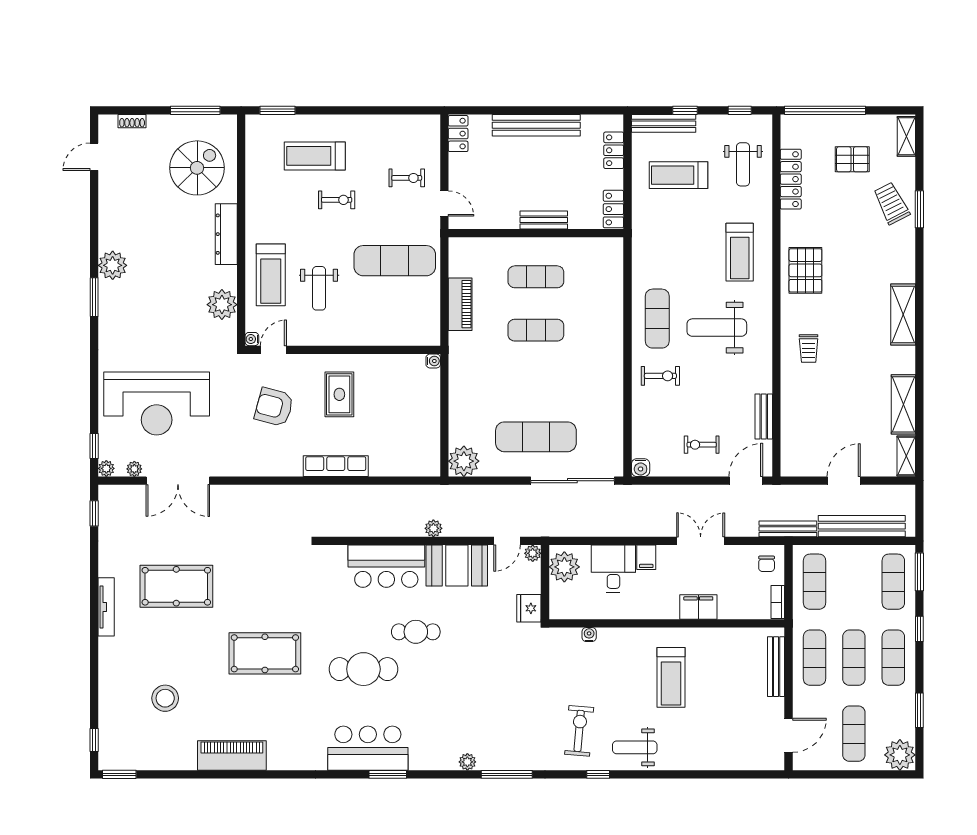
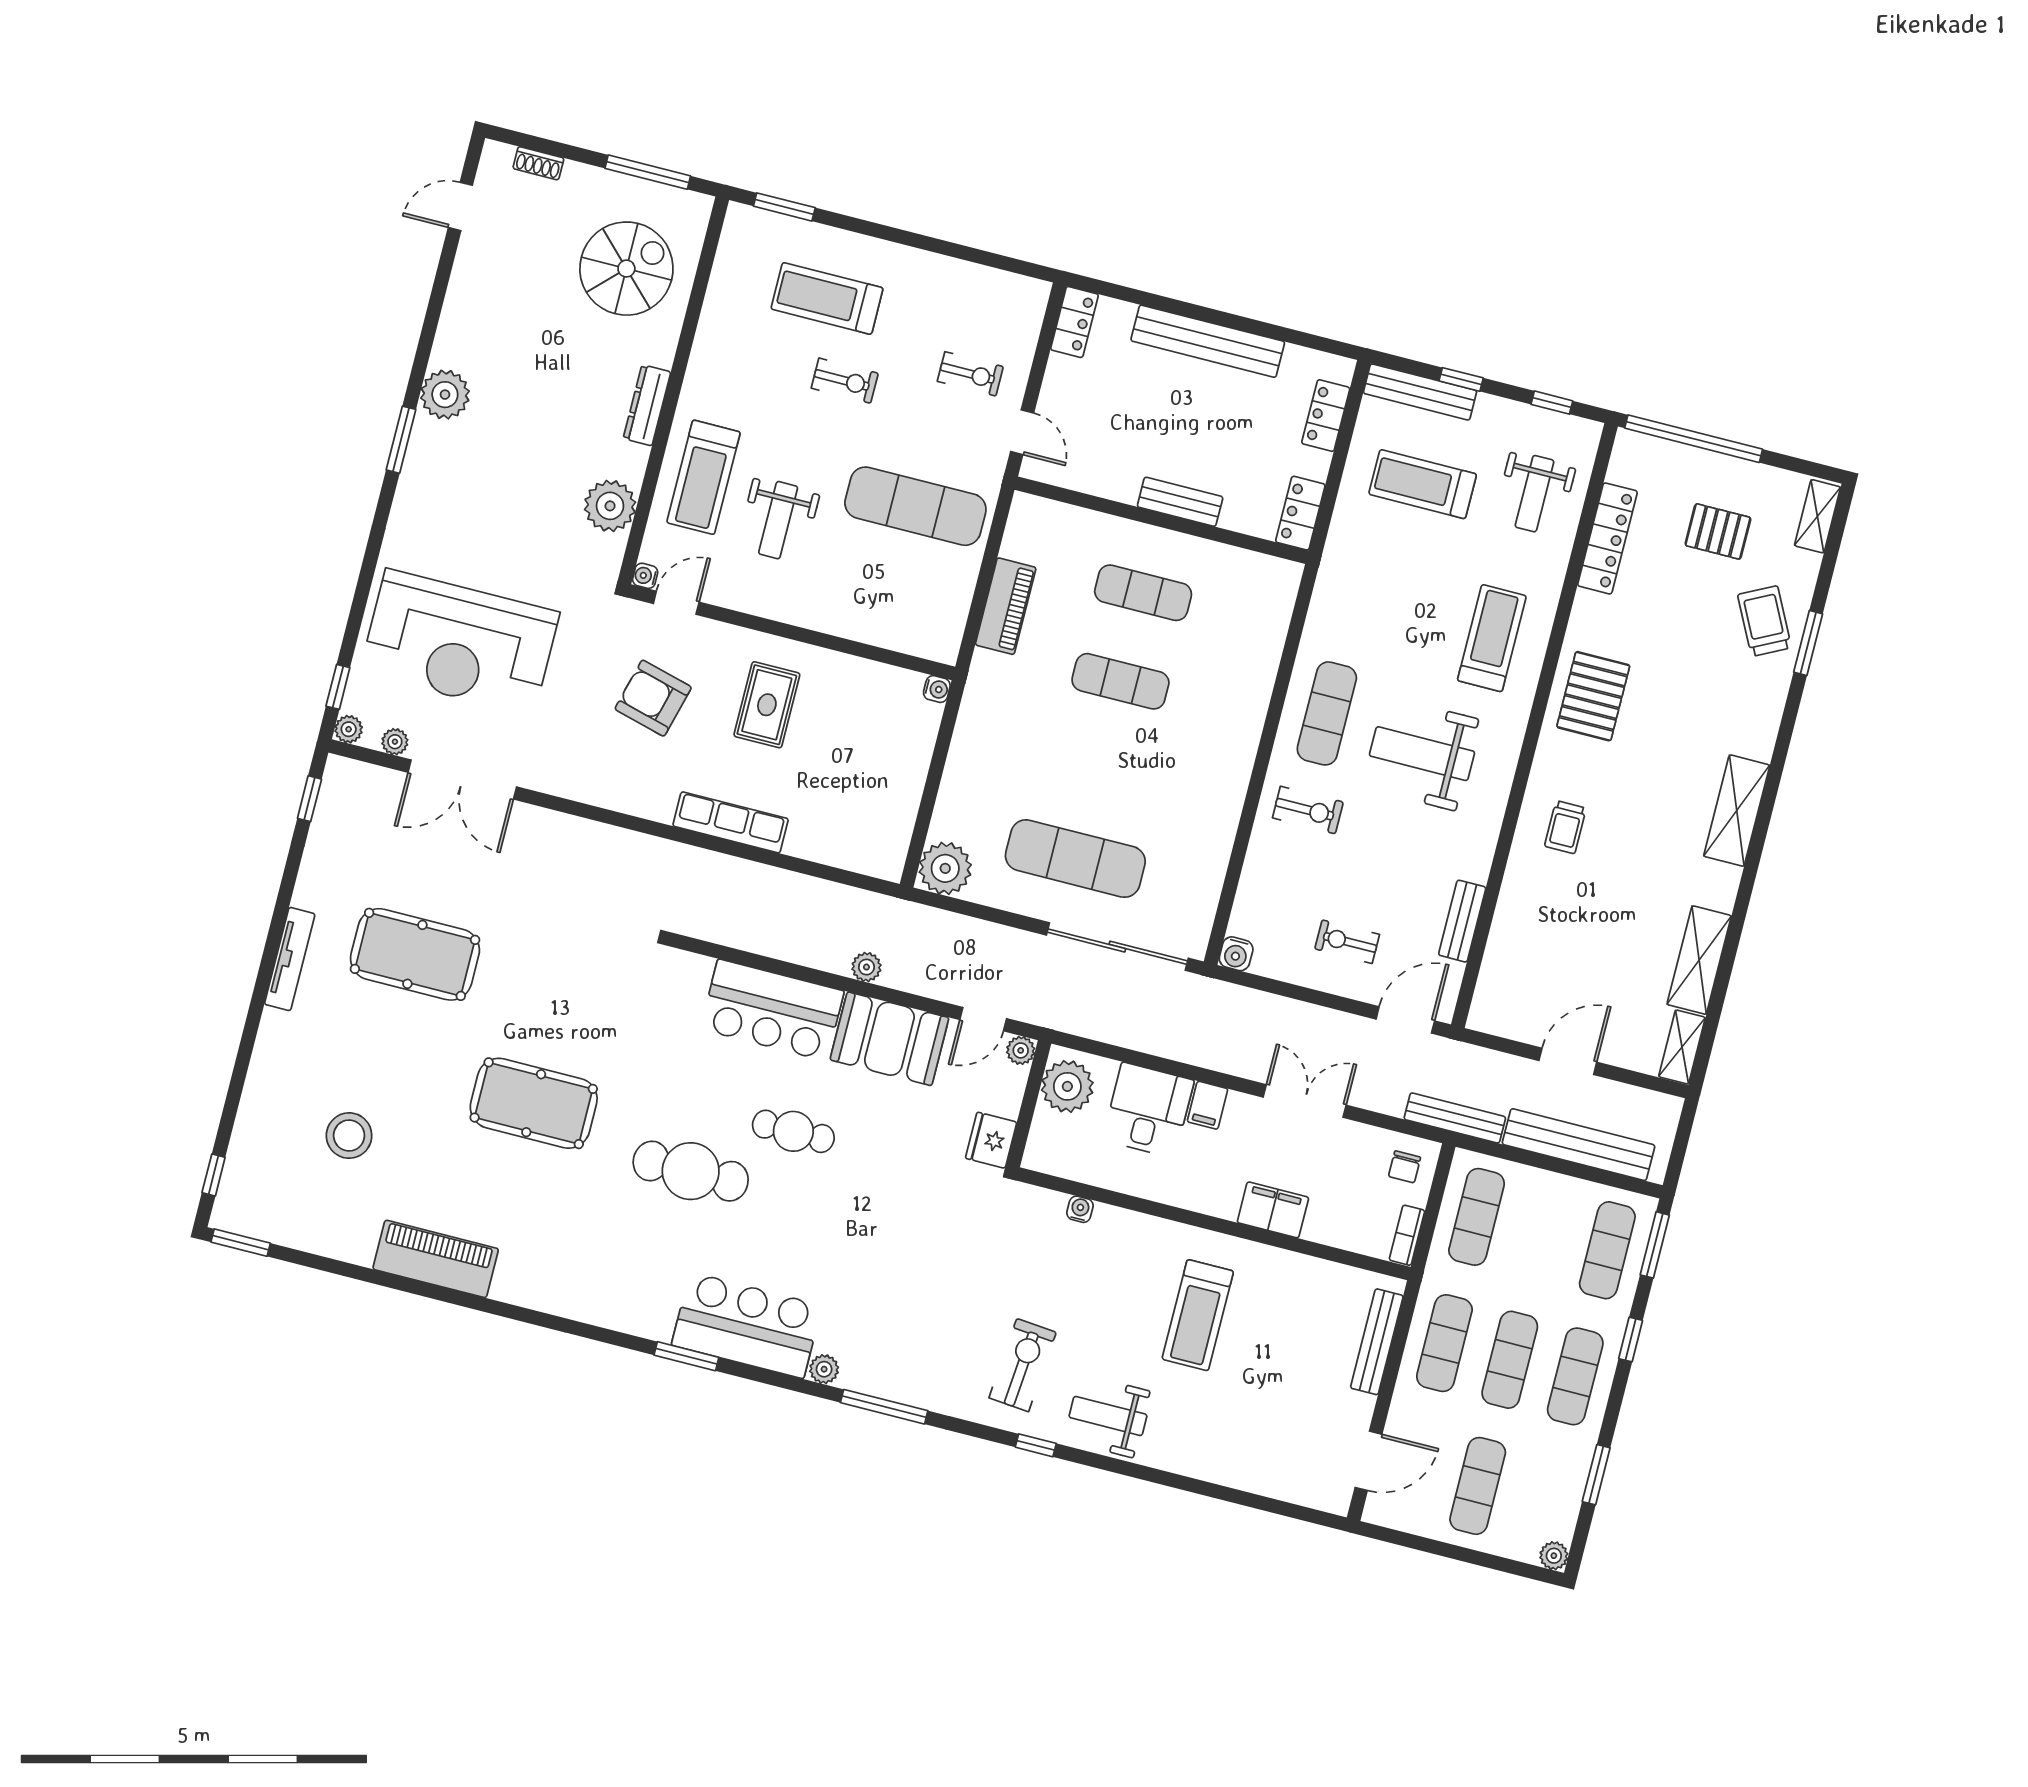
dresser: (226, 234) -> (647, 405), width x0.73, depth x0.80
treadmill: (740, 252) -> (1492, 638), turned 180
bar counter: (368, 748) -> (747, 1325), moved
plant: (900, 755) -> (1554, 1556), width x0.53, depth x0.53

